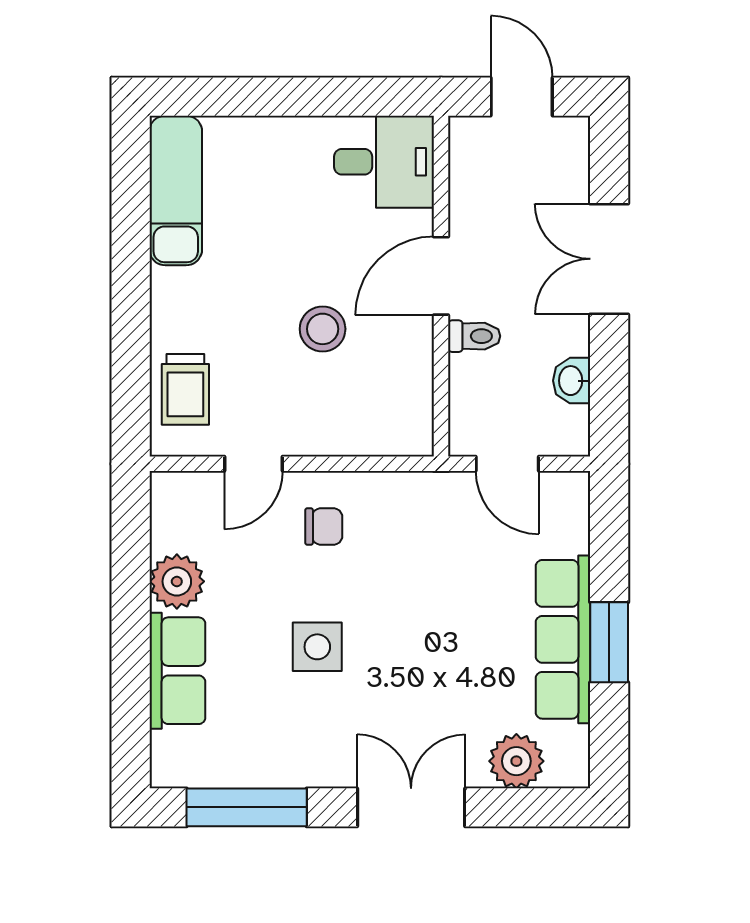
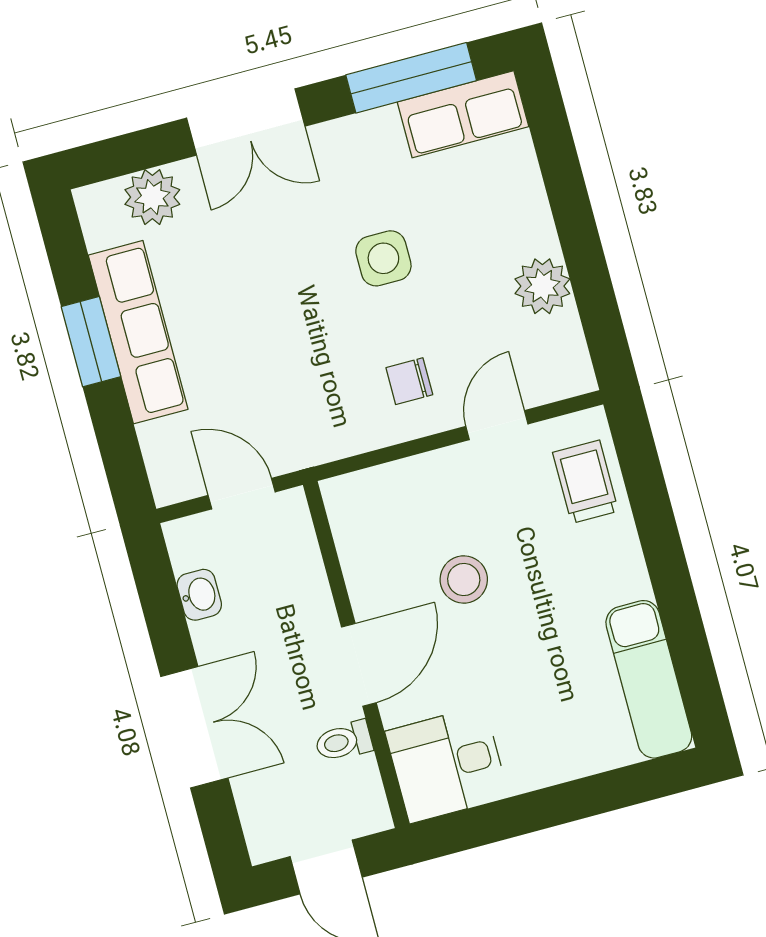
toilet: (474, 336) -> (344, 741), moved
row of seats: (177, 671) -> (463, 114), moved, turned -90

